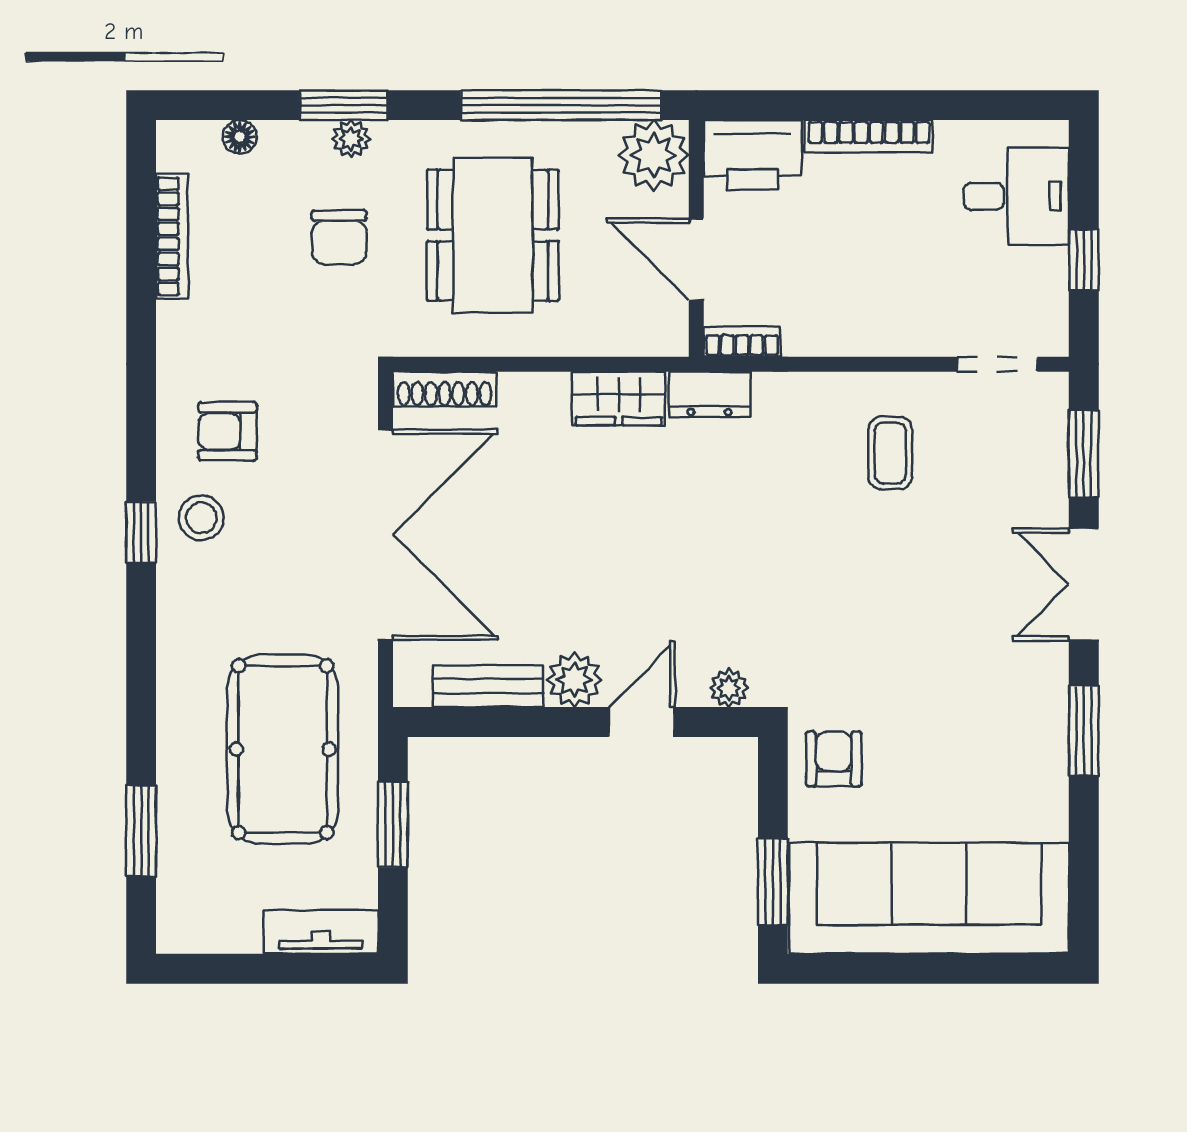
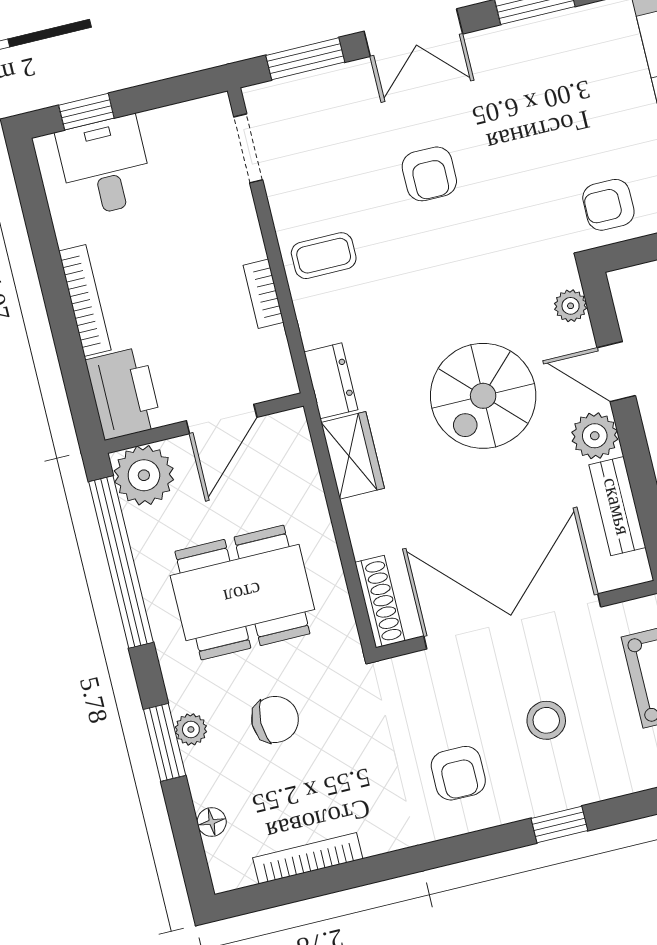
window: (1084, 260) -> (86, 112), moved
bookcase: (742, 342) -> (263, 294), moved
coffee table: (890, 453) -> (324, 256), moved
stool: (201, 518) -> (546, 720), moved
spiral stairs: (651, 564) -> (483, 396), added
armchair: (918, 564) -> (429, 174), added

